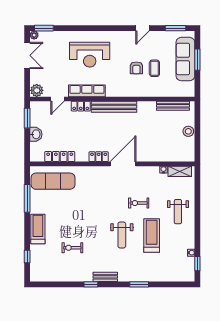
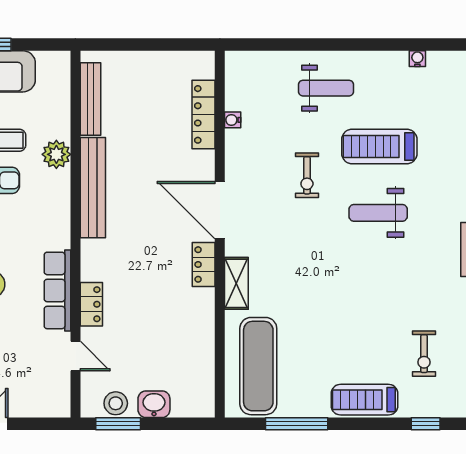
plant: (37, 90) -> (56, 154), moved
bench: (114, 107) -> (93, 188), moved
stool: (188, 131) -> (116, 403), moved
locker: (60, 157) -> (204, 114), moved
shelving: (180, 171) -> (236, 283), moved
weight bench: (122, 235) -> (378, 213), turned 180
exercise bike: (72, 248) -> (424, 354), moved
window: (197, 264) -> (442, 45), removed

